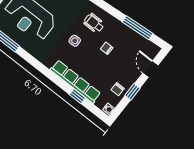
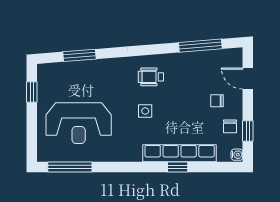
chair: (107, 48) -> (217, 101), moved
window: (132, 92) -> (248, 131), moved
window: (77, 96) -> (178, 167), moved

